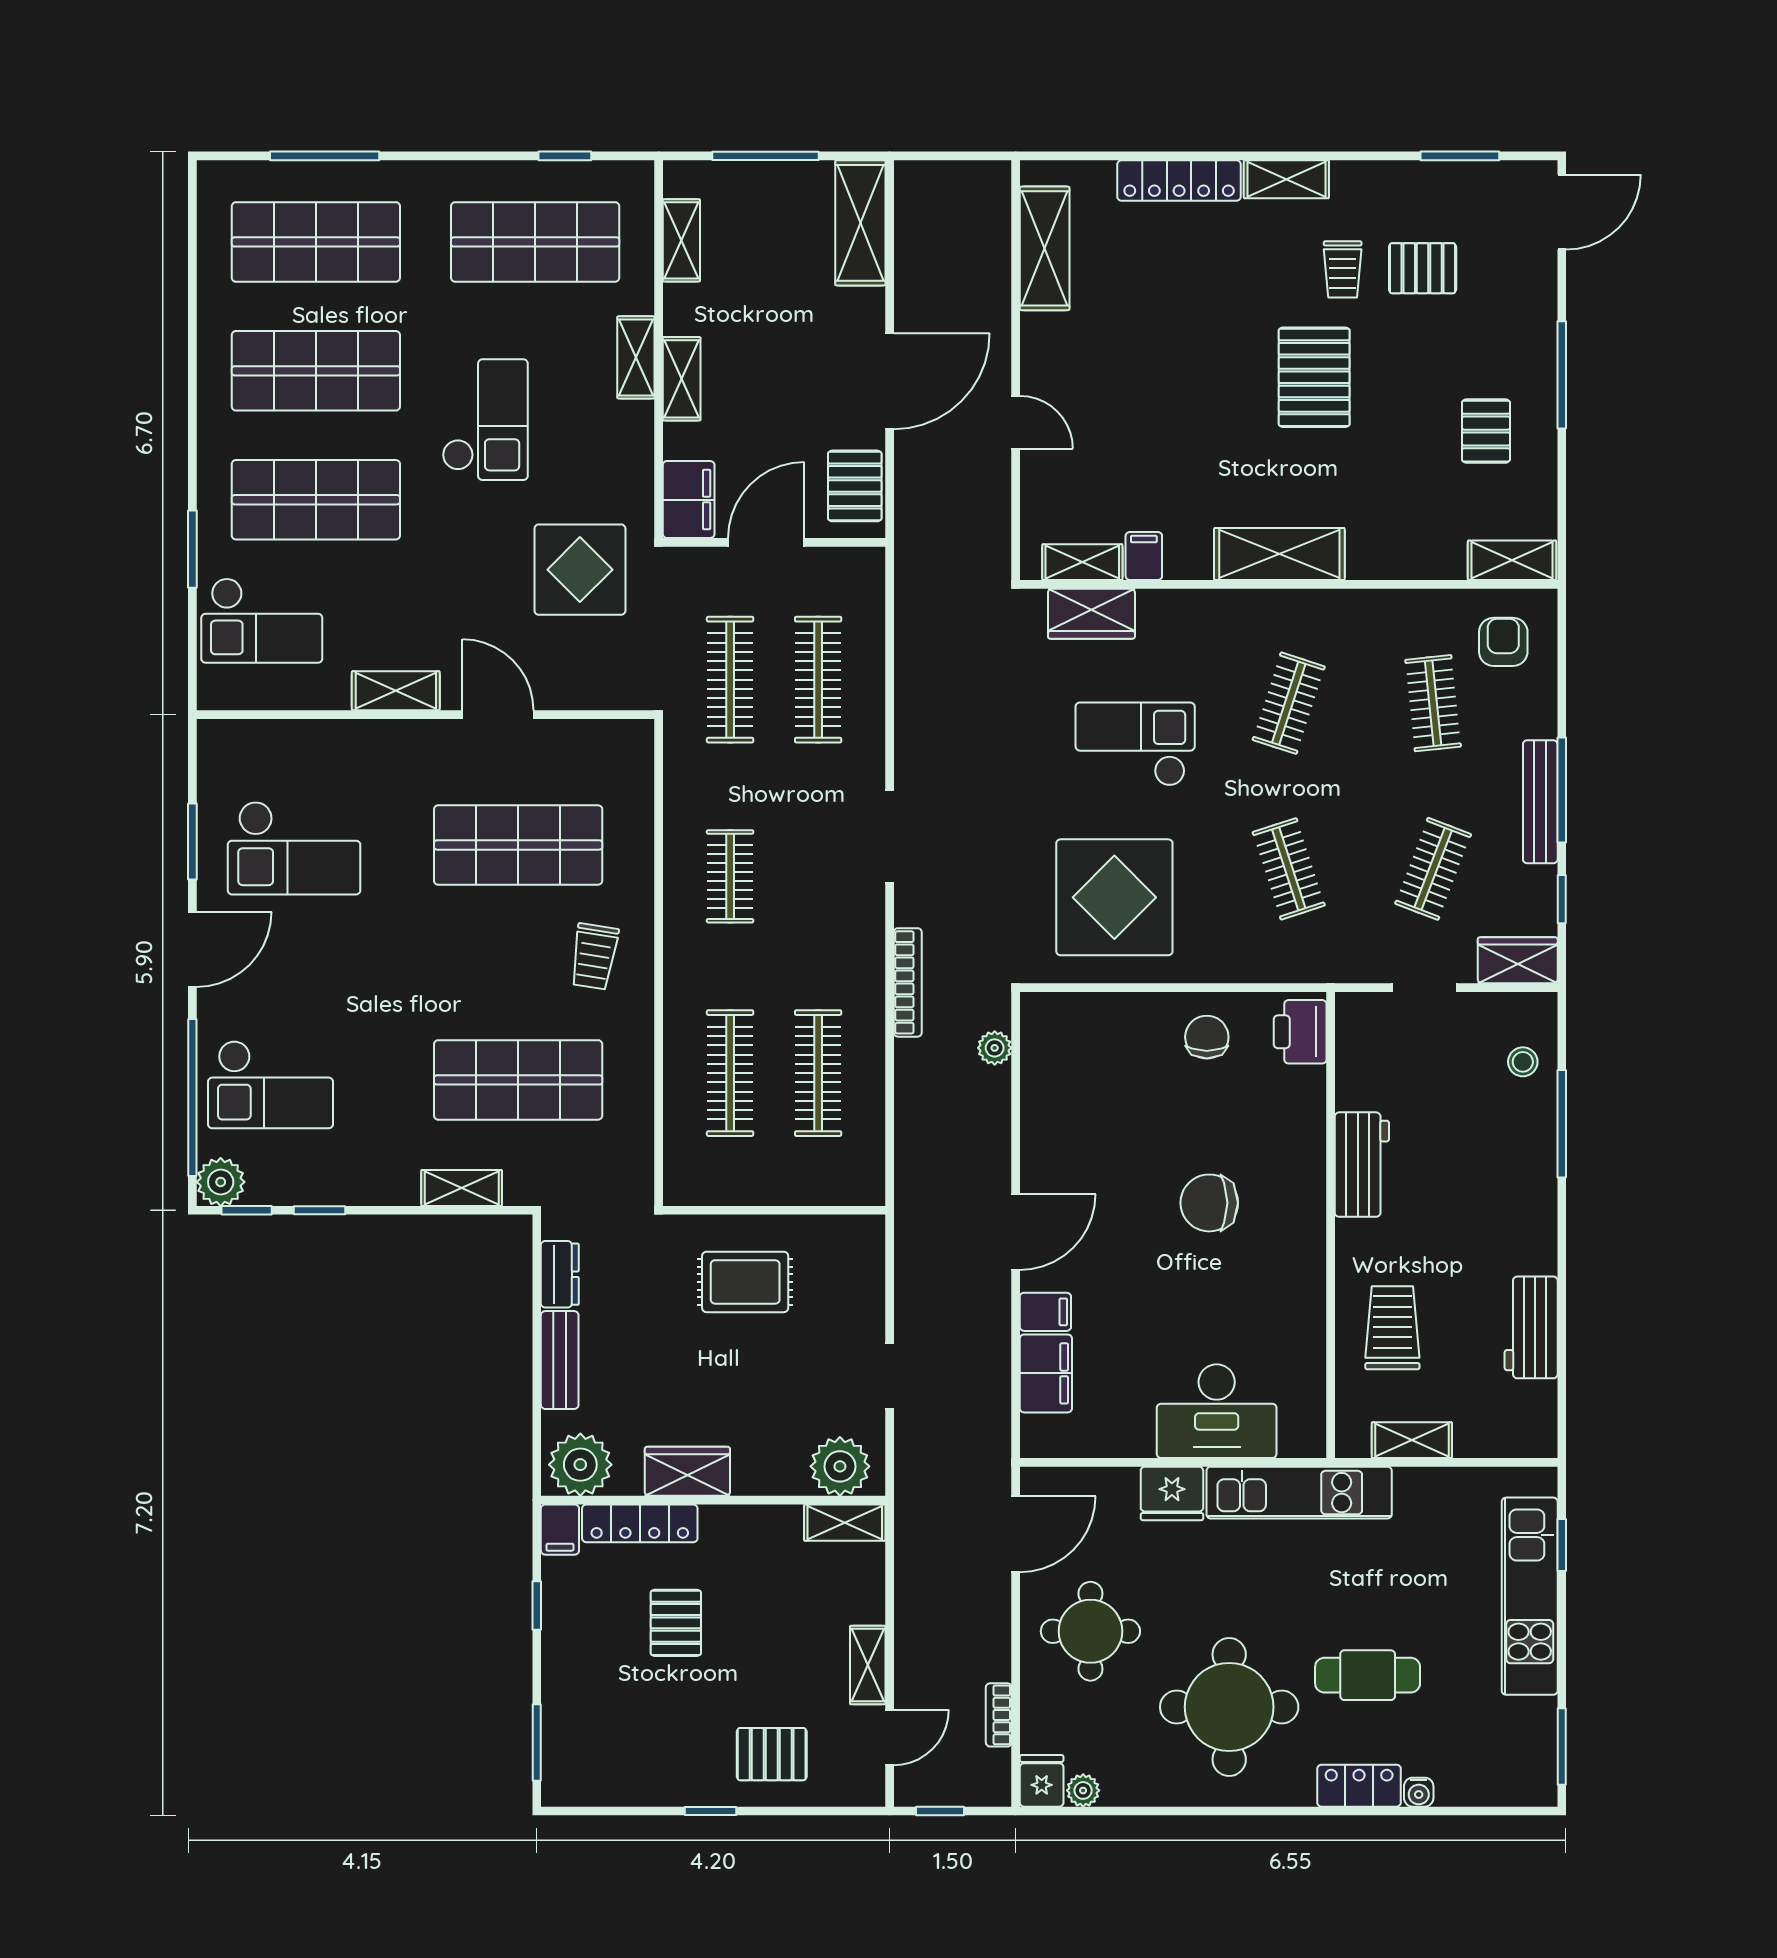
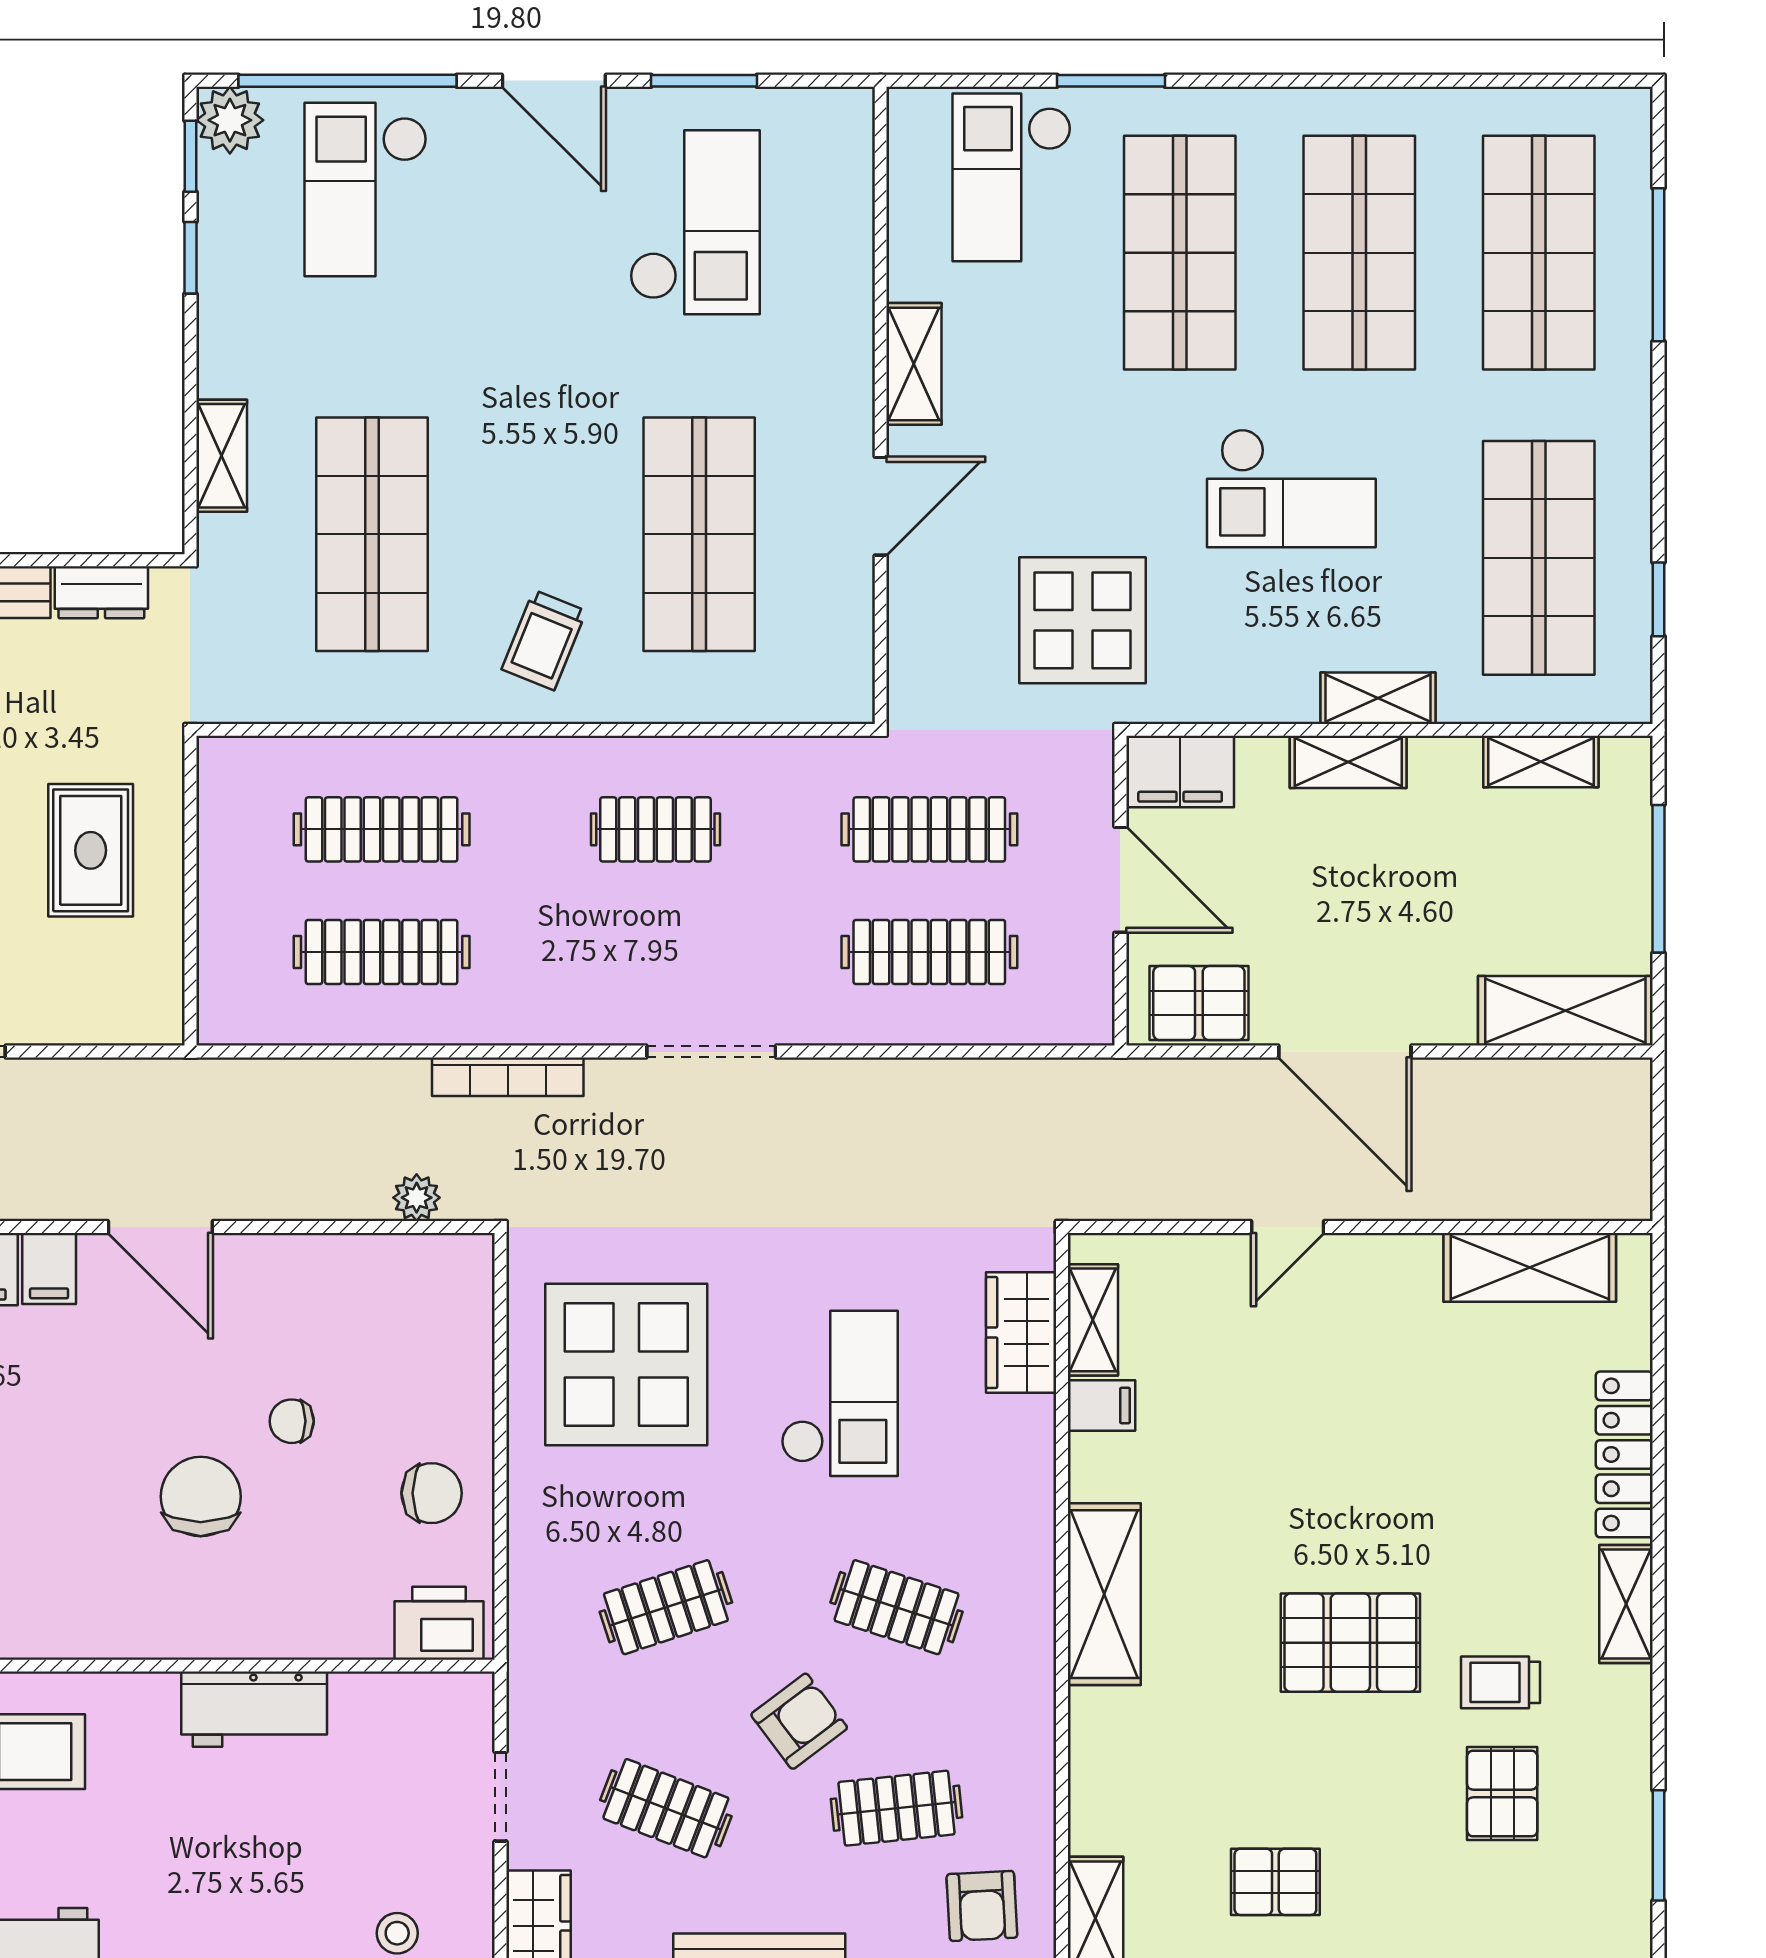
armchair: (1503, 642) -> (982, 1906), turned 87
armchair: (1371, 773) -> (799, 1721), added
checkout: (294, 848) -> (695, 222), turned 180
trolley: (594, 956) -> (544, 640), turned -77
chair: (1155, 1138) -> (292, 1421), added

